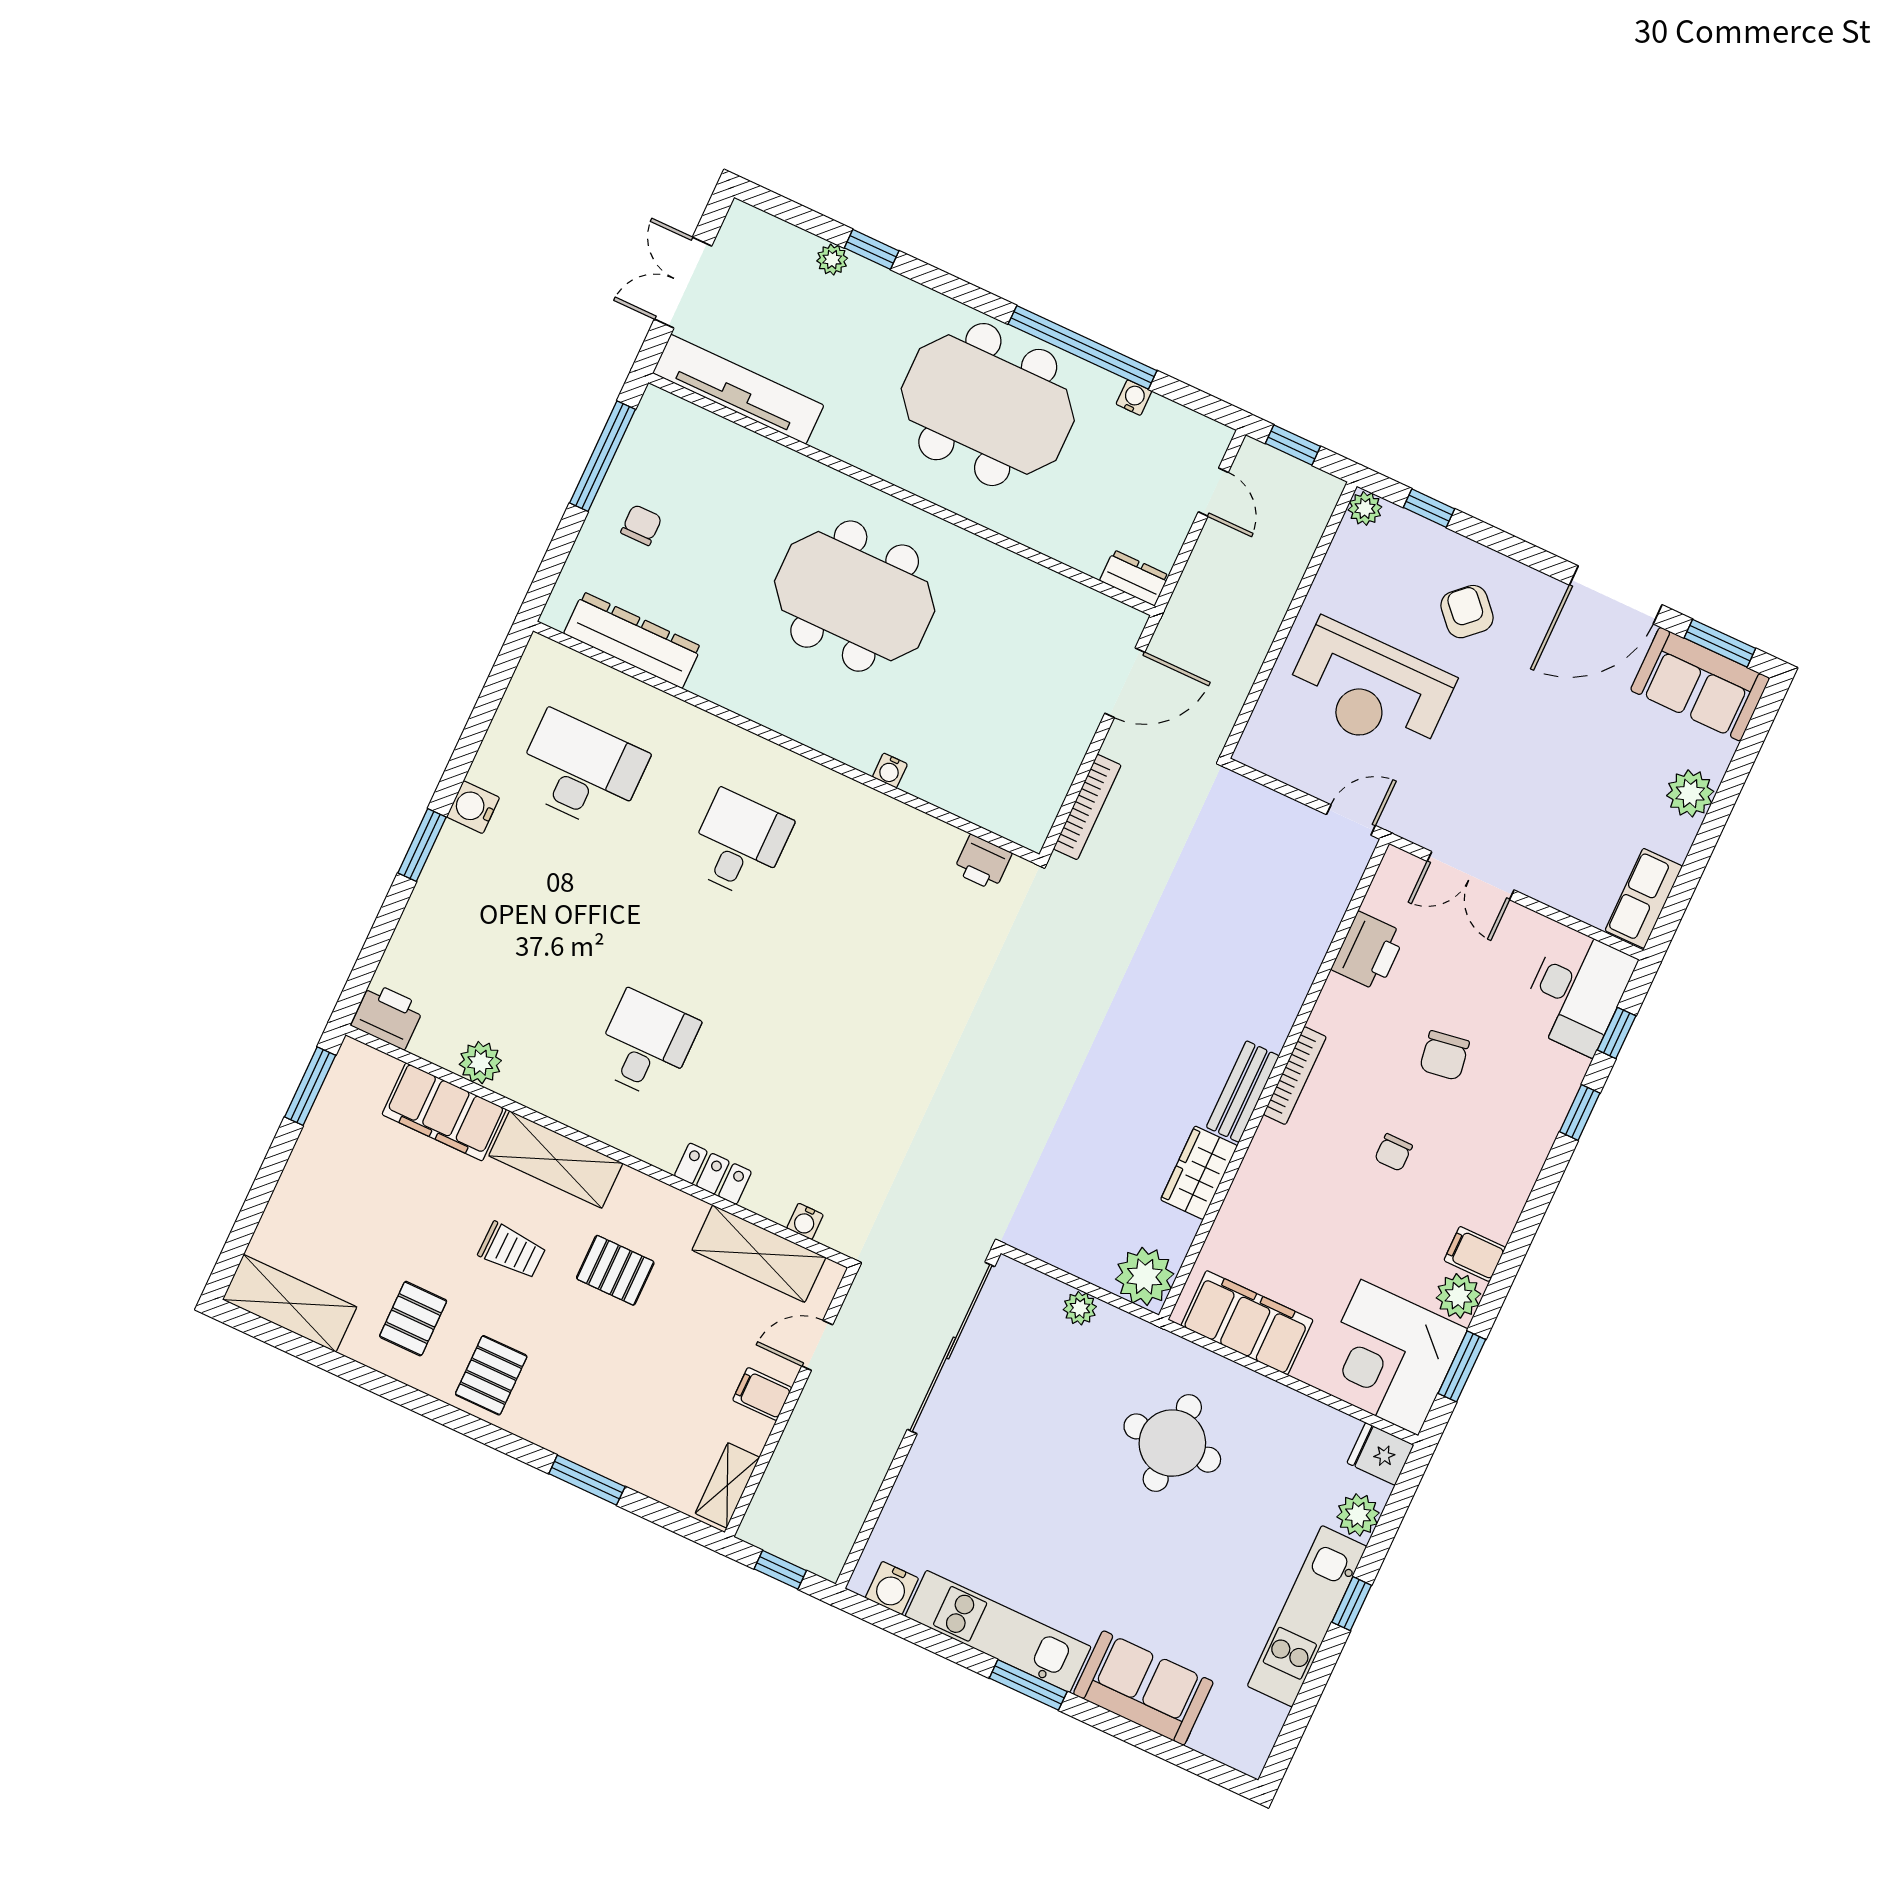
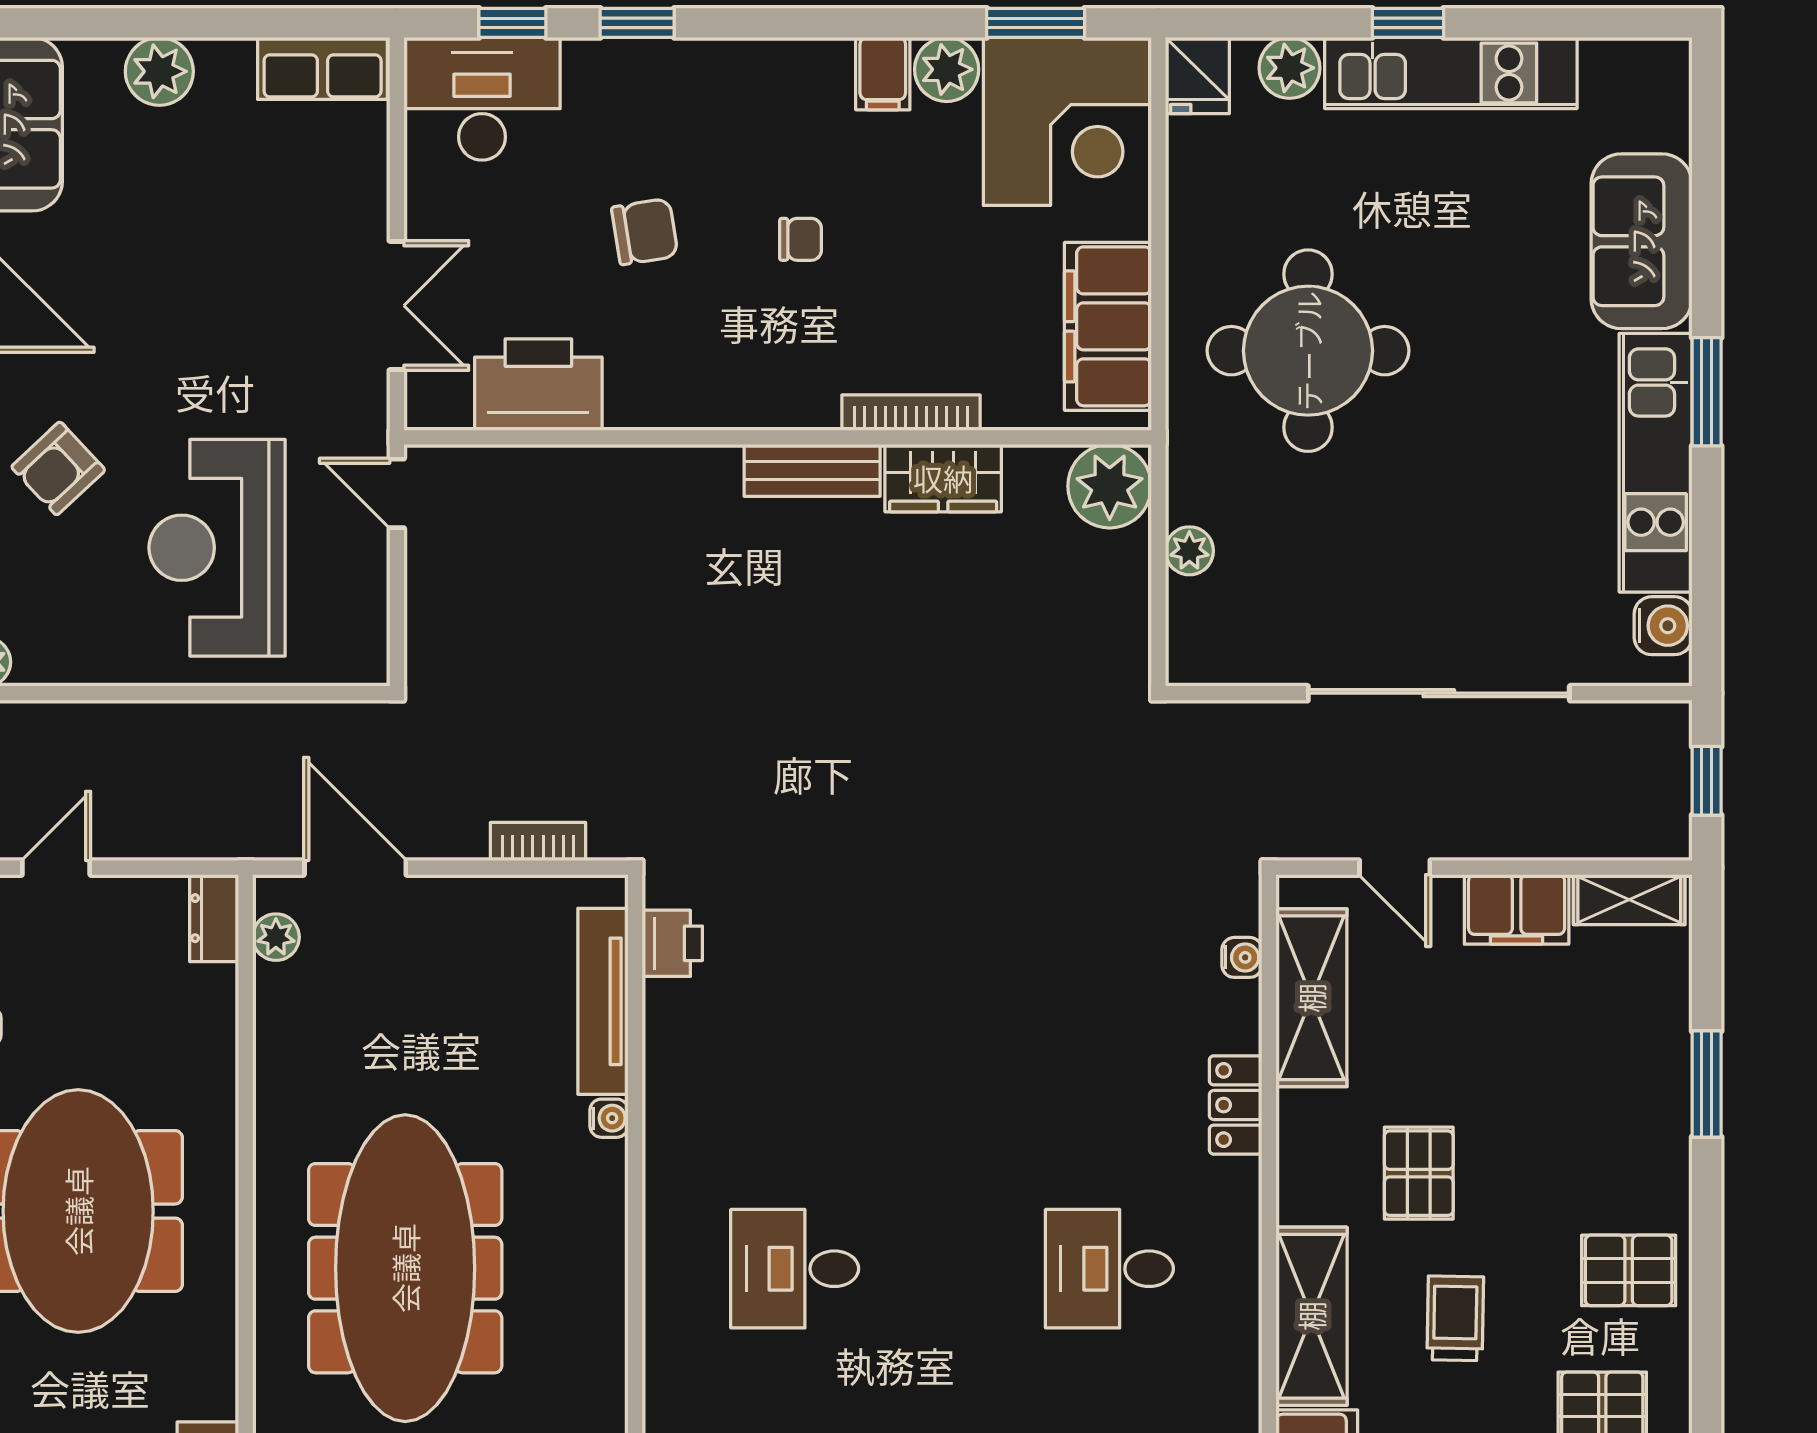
meeting table: (855, 596) -> (405, 1268), width x1.36
plant: (1104, 612) -> (276, 937), added
reception desk: (1369, 689) -> (217, 548), turned 180
tv unit: (966, 801) -> (603, 1001), added
bookcase: (1087, 807) -> (538, 842), width x0.64
printer: (1369, 951) -> (538, 385), width x1.37, depth x1.19
bookcase: (1295, 1076) -> (911, 413), moved
sliding door: (951, 1348) -> (1439, 693), moved
filing cabinet: (762, 1394) -> (1517, 909), width x2.00
round table: (1172, 1443) -> (1308, 351), width x1.36, depth x1.36

